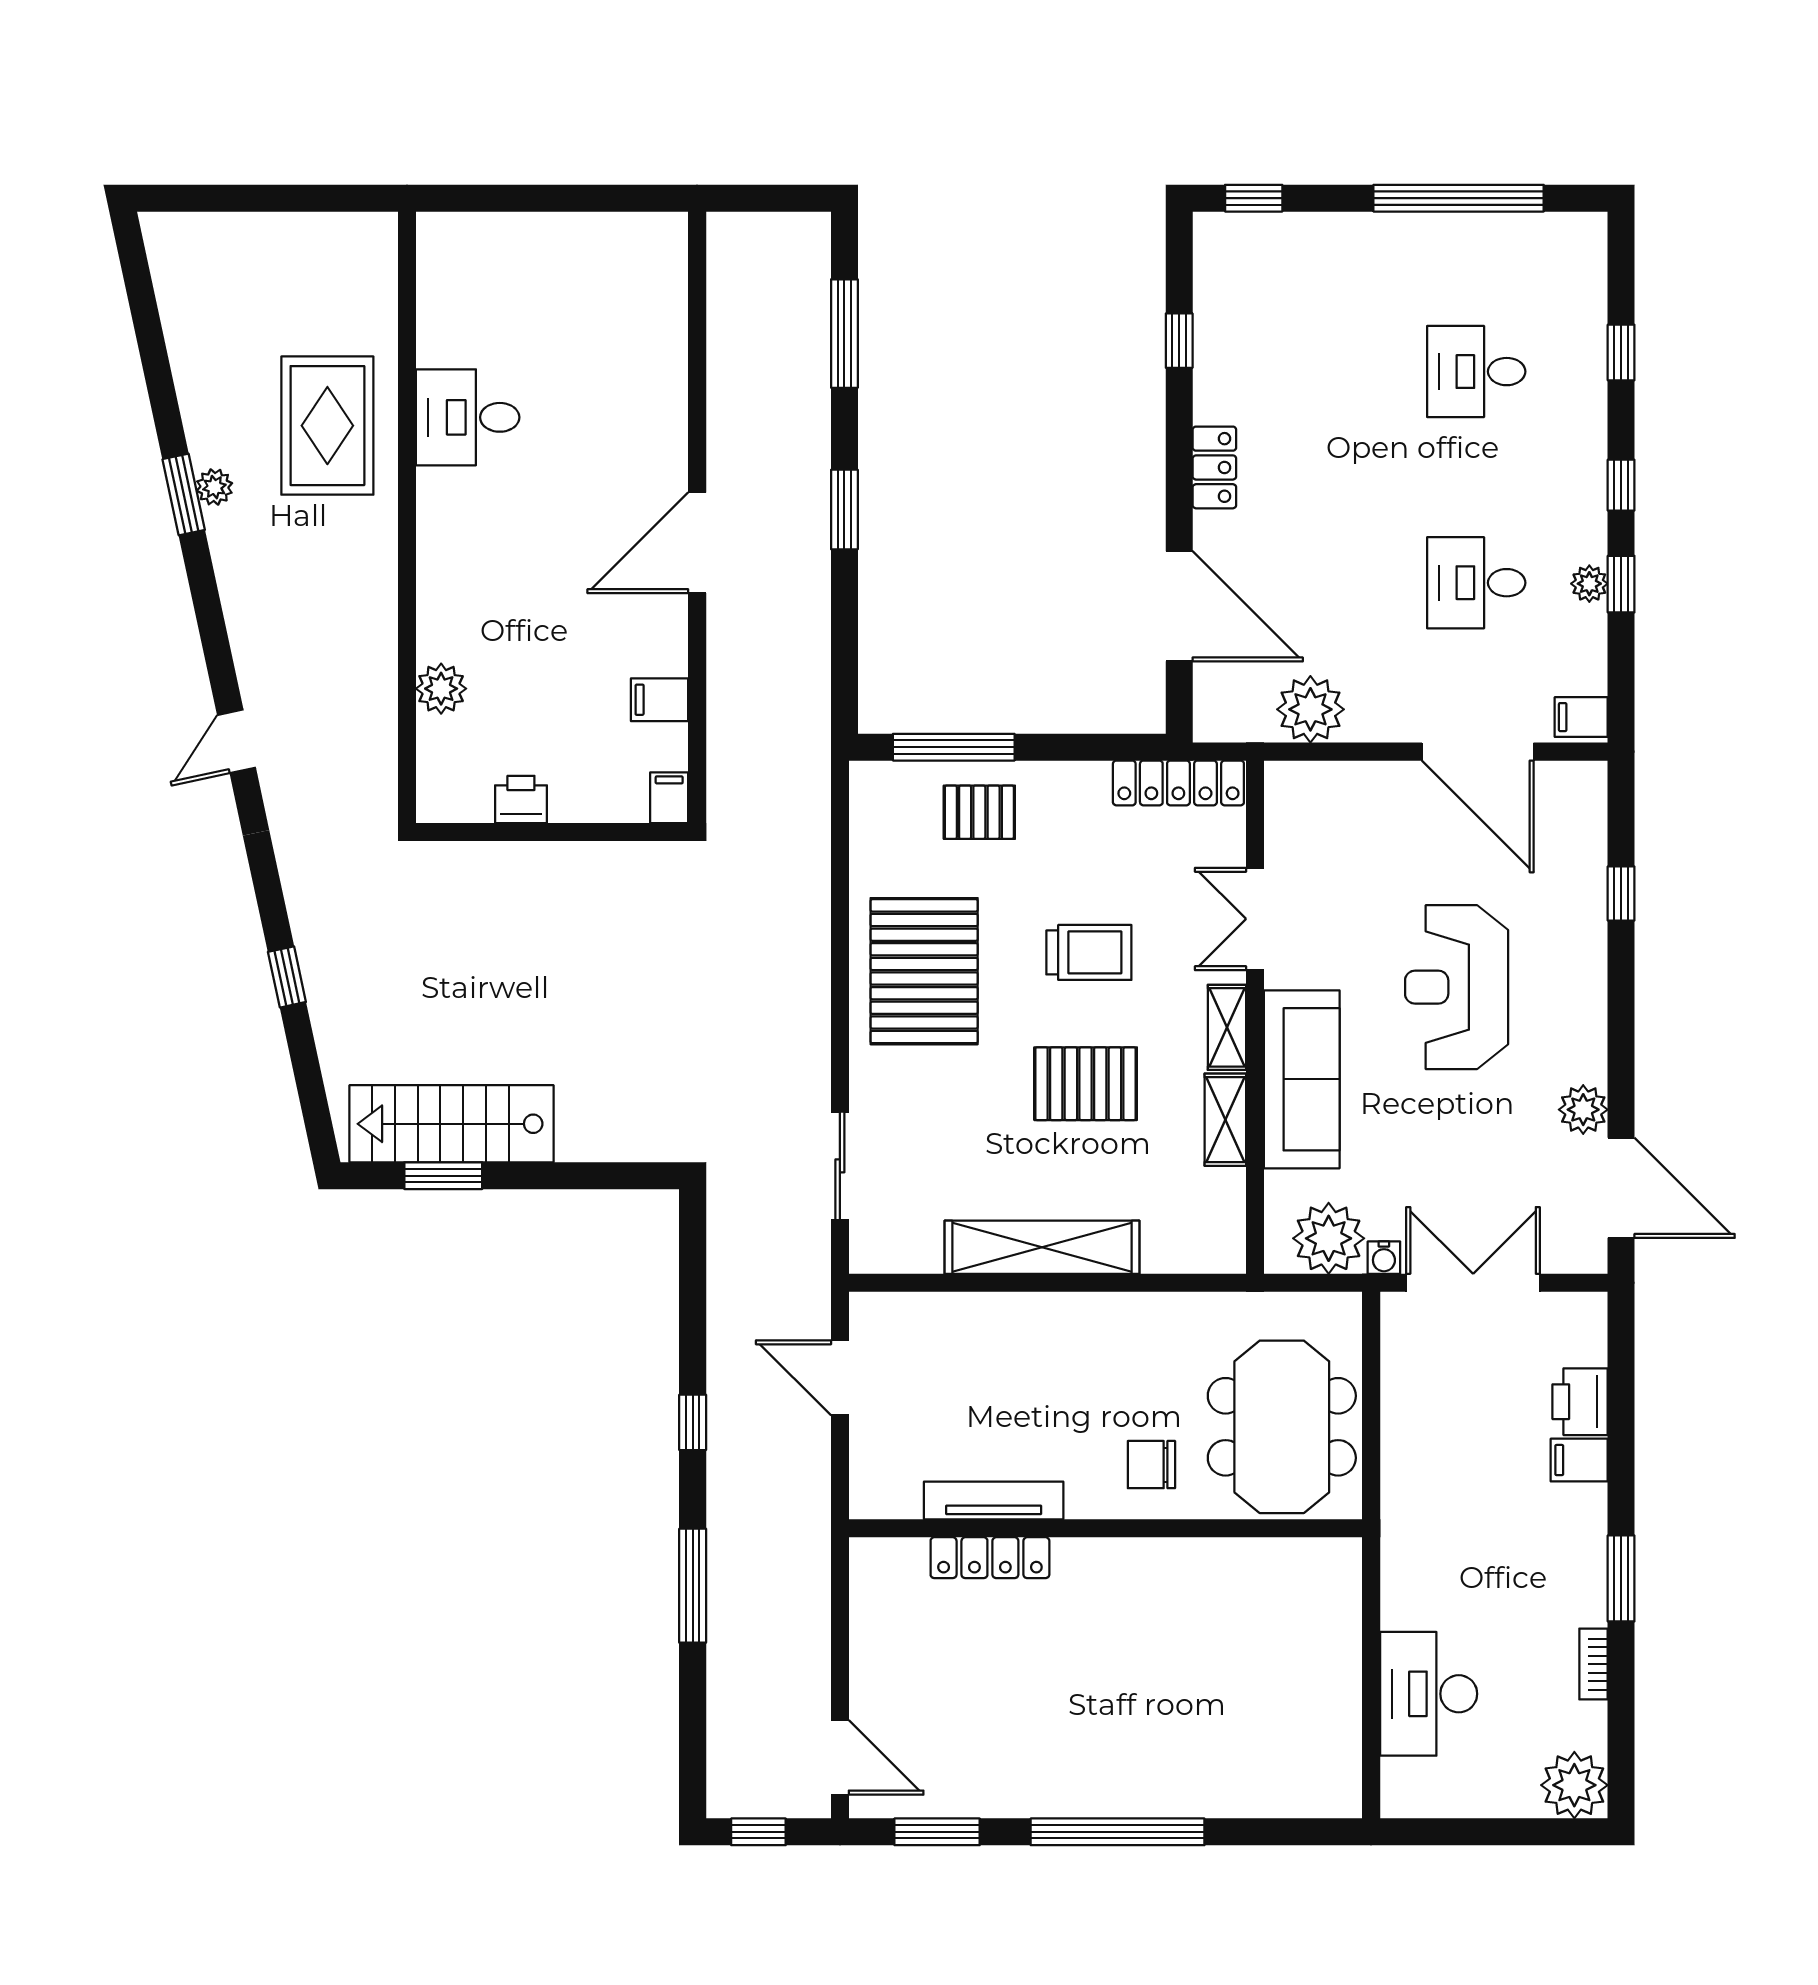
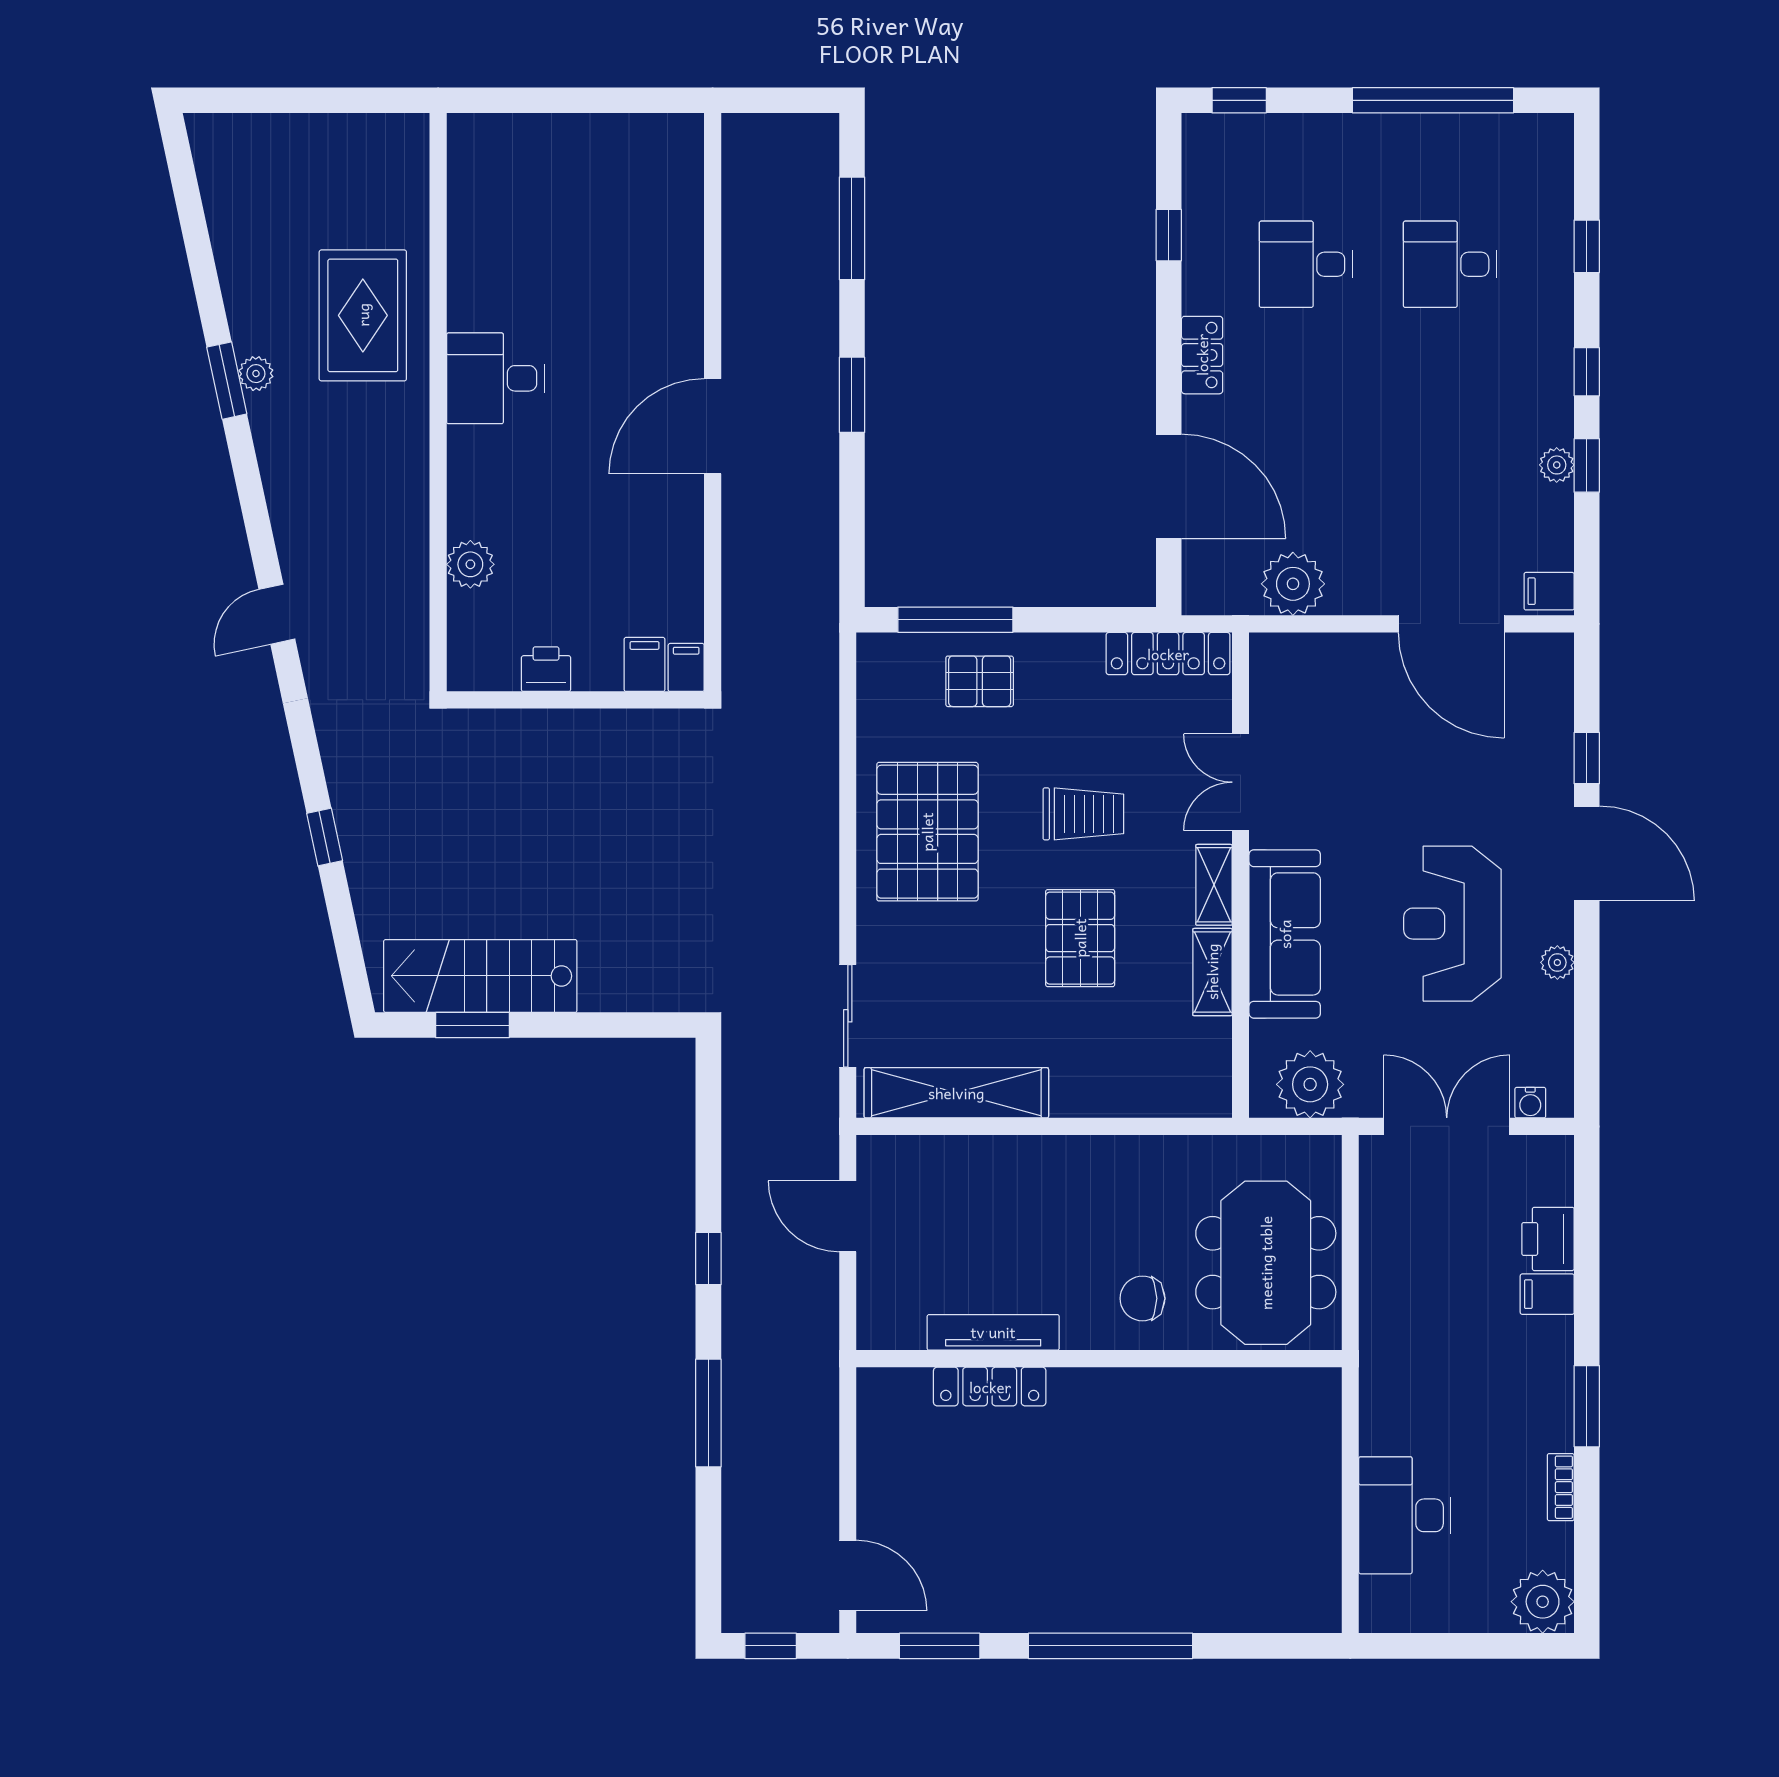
desk: (468, 417) -> (496, 378), moved
desk: (1476, 583) -> (1306, 264), moved
filing cabinet: (660, 700) -> (645, 664), moved, turned 90
reception desk: (1457, 987) -> (1452, 924), moved
pallet: (1086, 1084) -> (1080, 938), turned 90
plant: (1583, 1110) -> (1557, 962), width x0.73, depth x0.73
door: (1621, 1188) -> (1587, 853), moved
shelving: (1042, 1247) -> (956, 1093), moved
water cooler: (1384, 1258) -> (1530, 1103), moved

